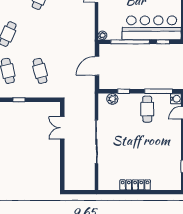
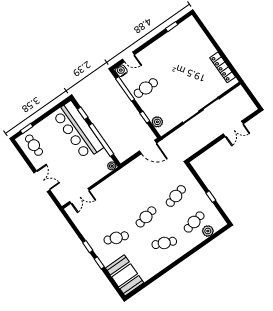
cafe table: (40, 34) -> (146, 217), added
door: (97, 66) -> (148, 147), moved
double door: (62, 128) -> (233, 129), moved
locker: (135, 185) -> (223, 67), moved

